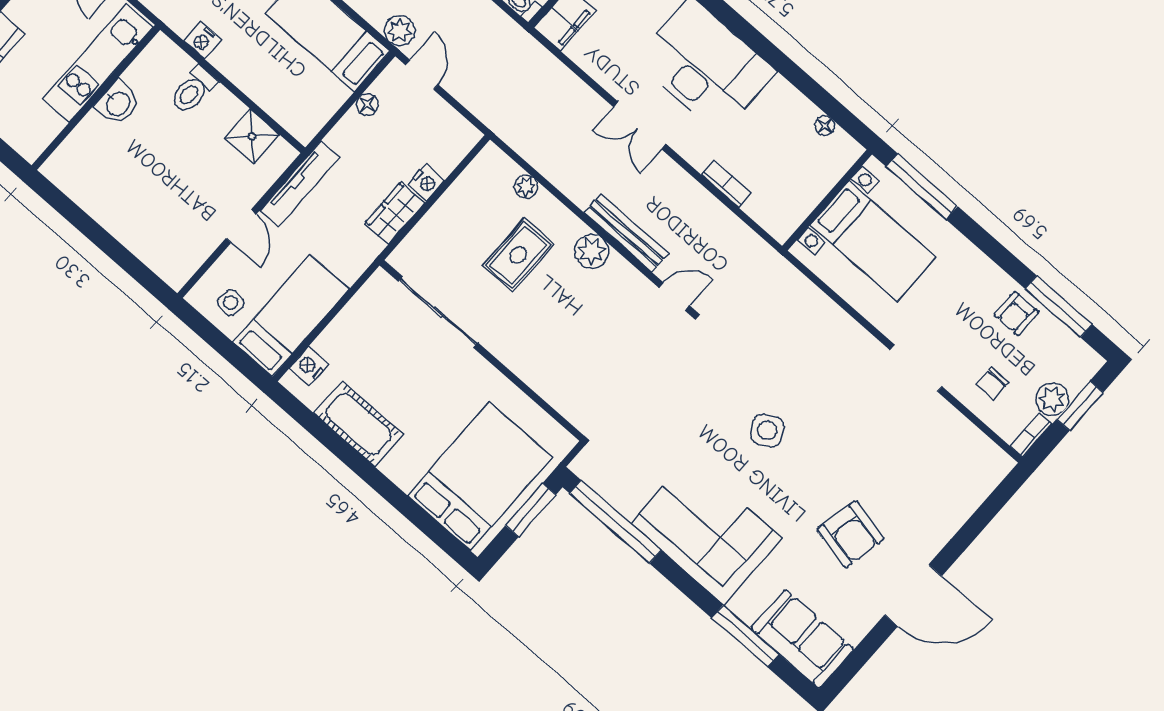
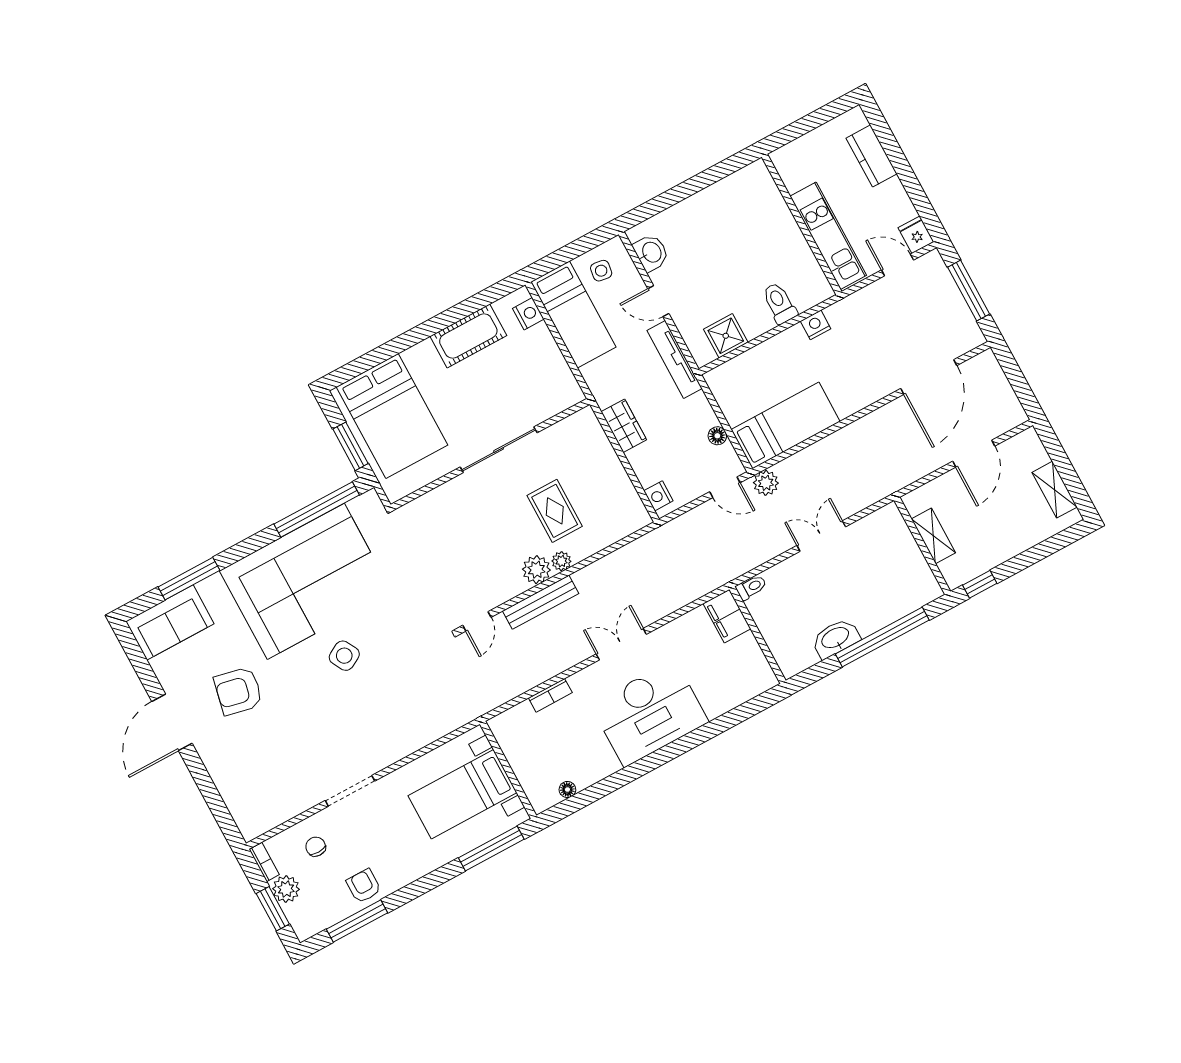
washbasin: (118, 103) -> (651, 253), moved, turned 180
nightstand: (426, 182) -> (658, 496), moved
plant: (526, 187) -> (561, 561), moved
sliding door: (438, 312) -> (499, 450), moved
corner sofa: (706, 531) -> (306, 581), width x1.36, depth x1.36

